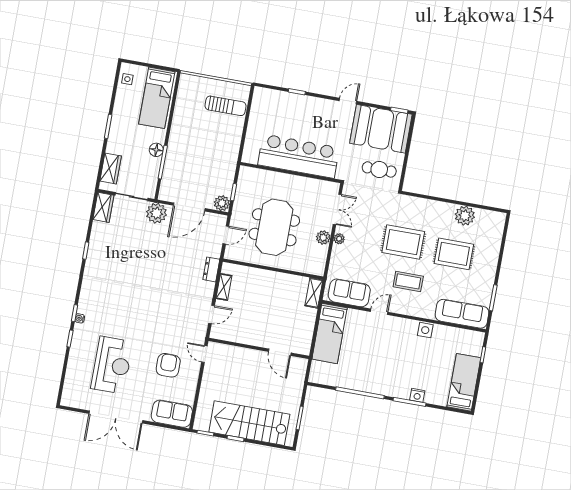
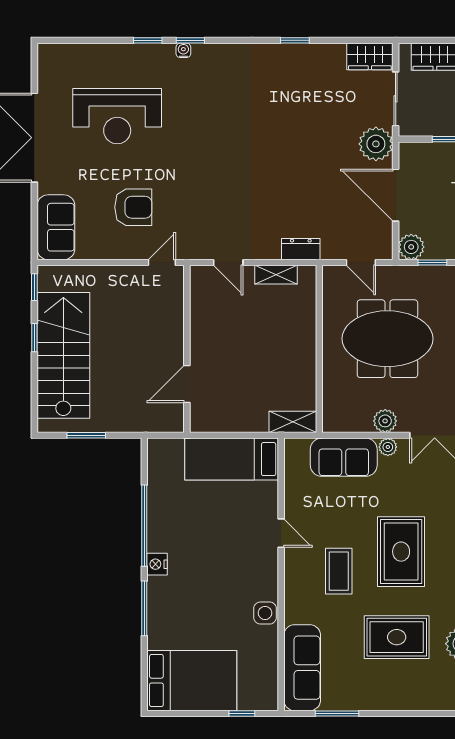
rug: (454, 254) -> (397, 637), turned 90
sofa: (349, 293) -> (344, 457), moved, turned 90
bed: (464, 382) -> (192, 681), width x1.50
nightstand: (417, 395) -> (157, 564), moved

